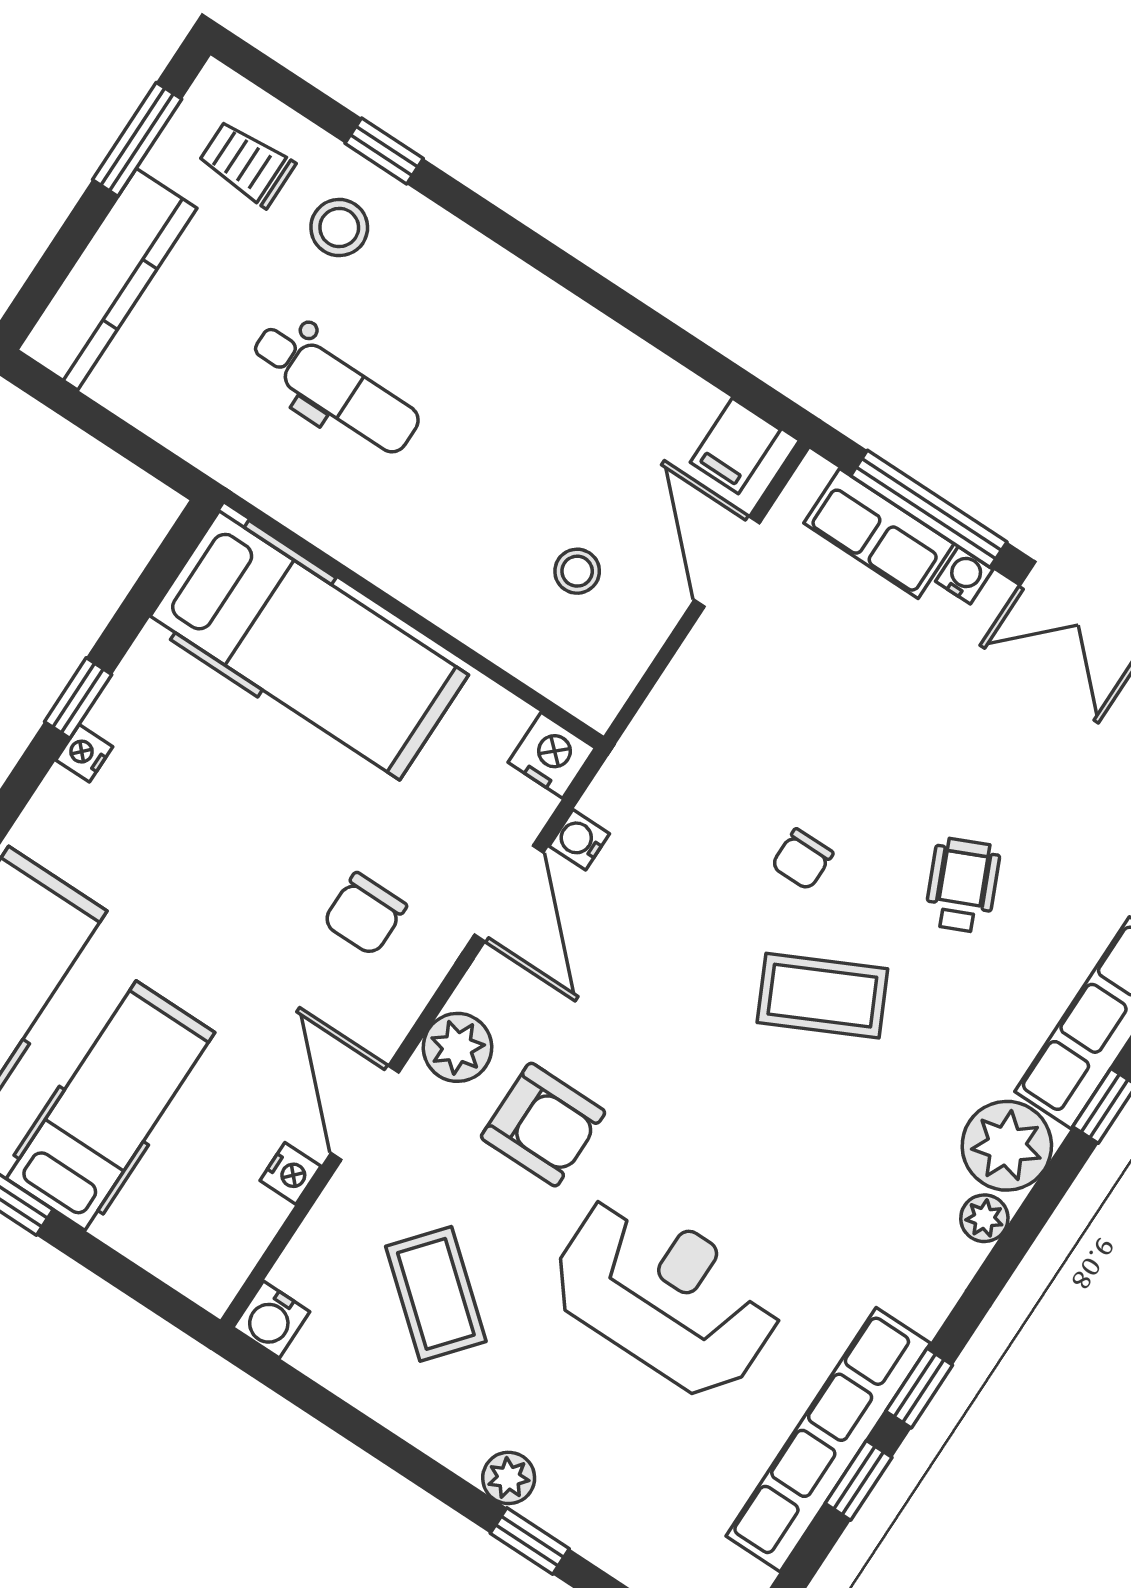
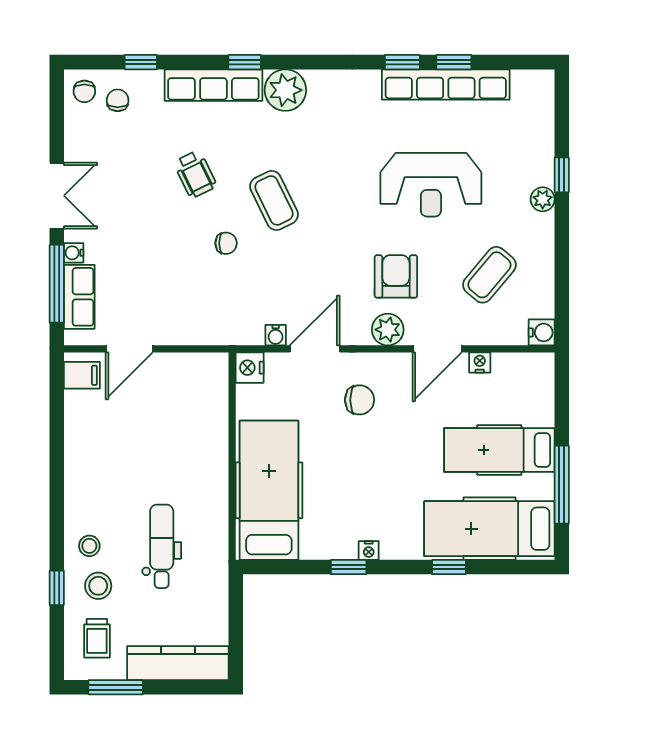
stool: (577, 571) -> (89, 546), moved
wheelchair: (962, 885) -> (195, 174), turned -92
plant: (984, 1218) -> (319, 80), removed
reception desk: (666, 1295) -> (431, 185), turned -90

